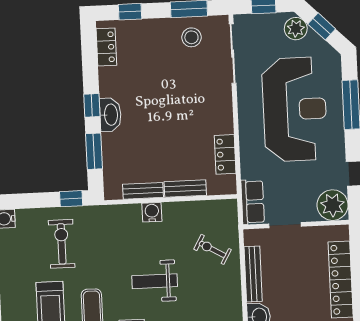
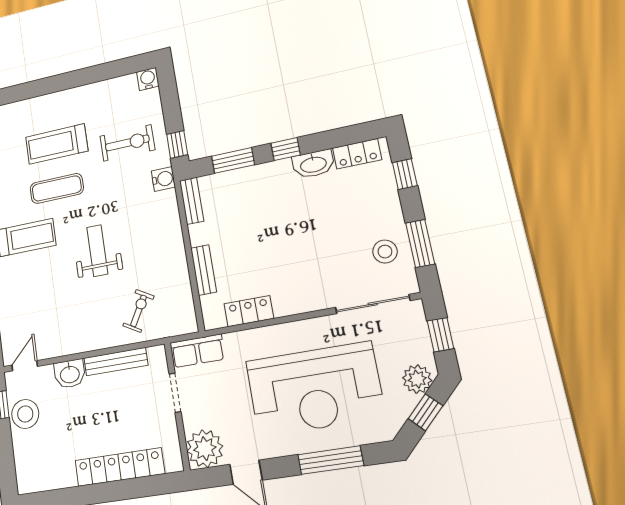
washbasin: (110, 115) -> (313, 164), moved
bench: (143, 191) -> (192, 201), moved
water cooler: (152, 212) -> (163, 179), moved

